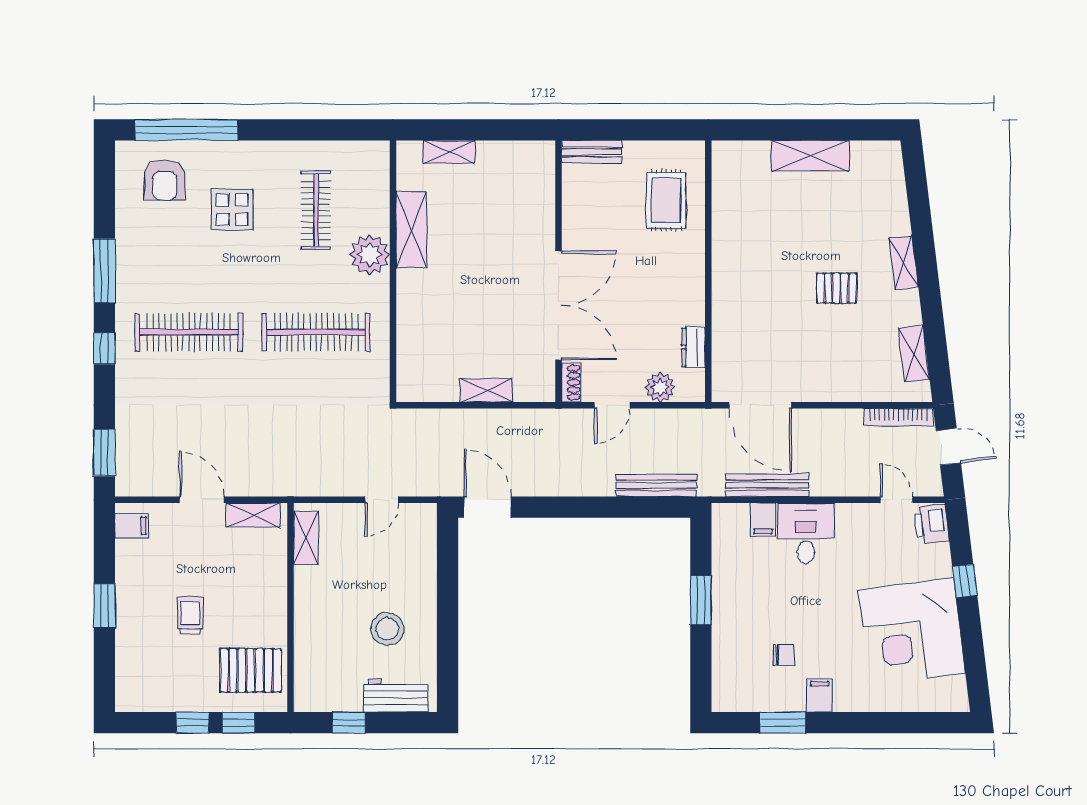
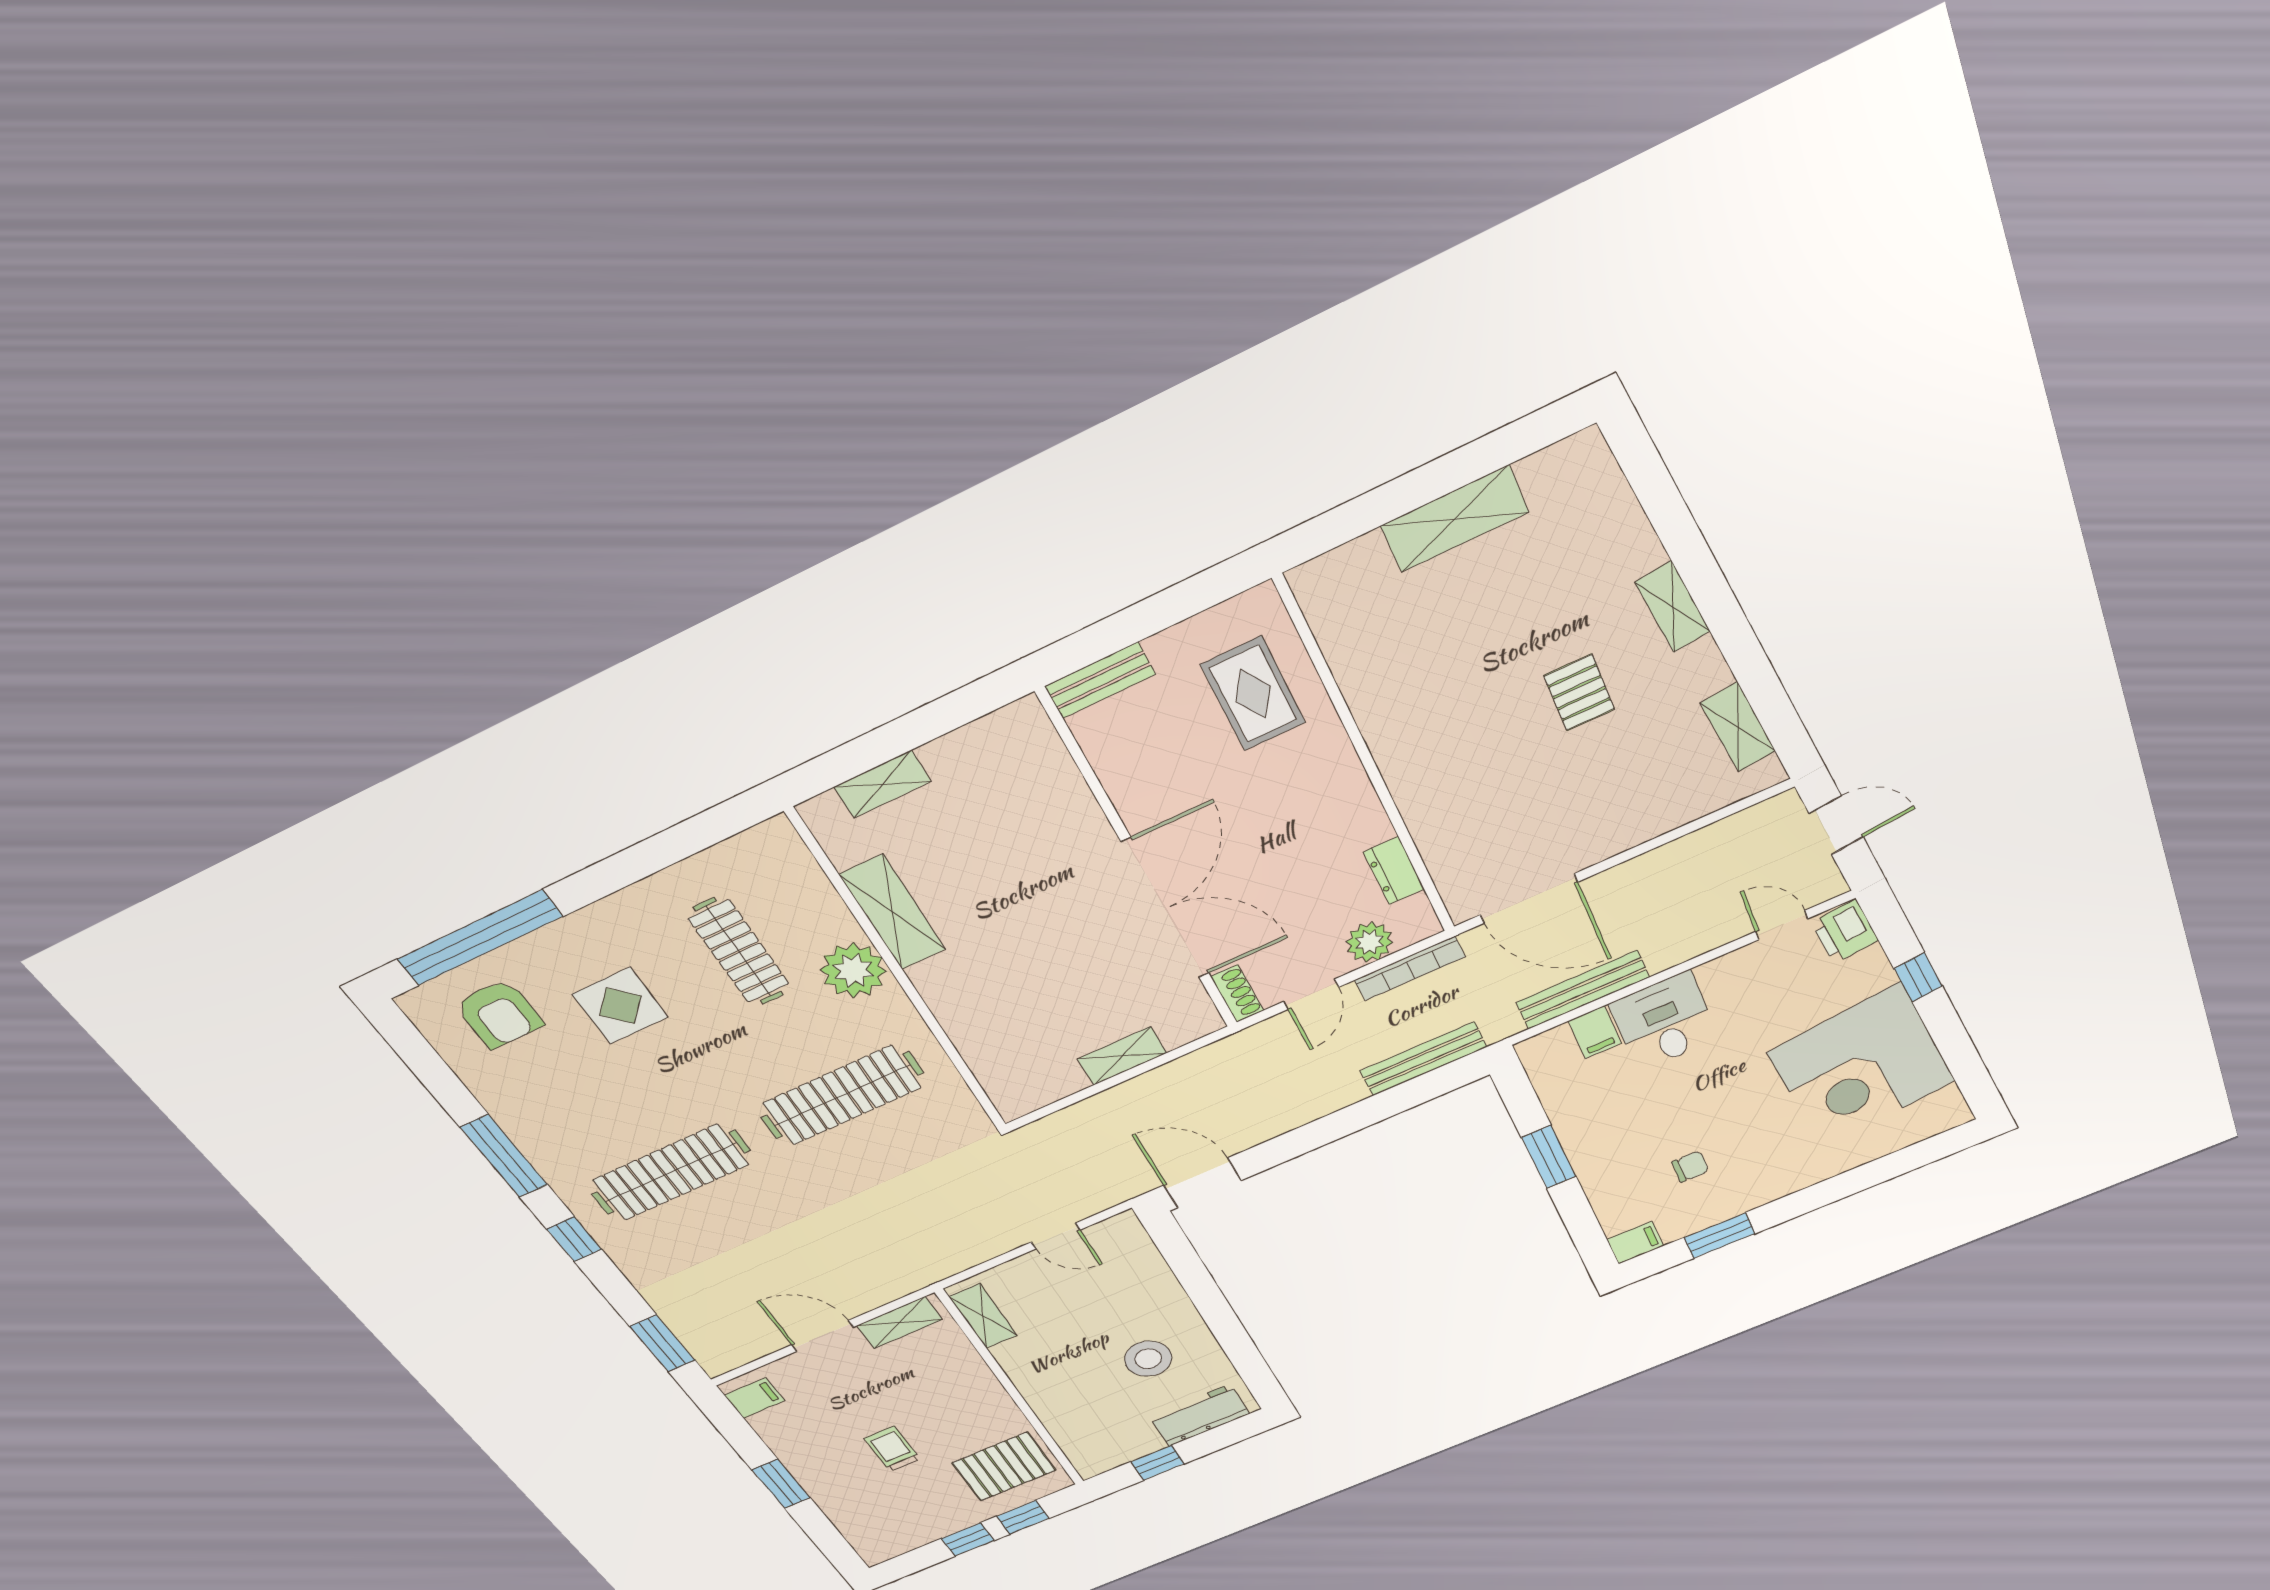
pallet: (836, 288) -> (1579, 693), turned 90
bookcase: (898, 417) -> (1410, 968), moved
door: (382, 500) -> (1056, 1236), hinge flipped
filing cabinet: (820, 695) -> (1635, 1243), moved, turned 90

